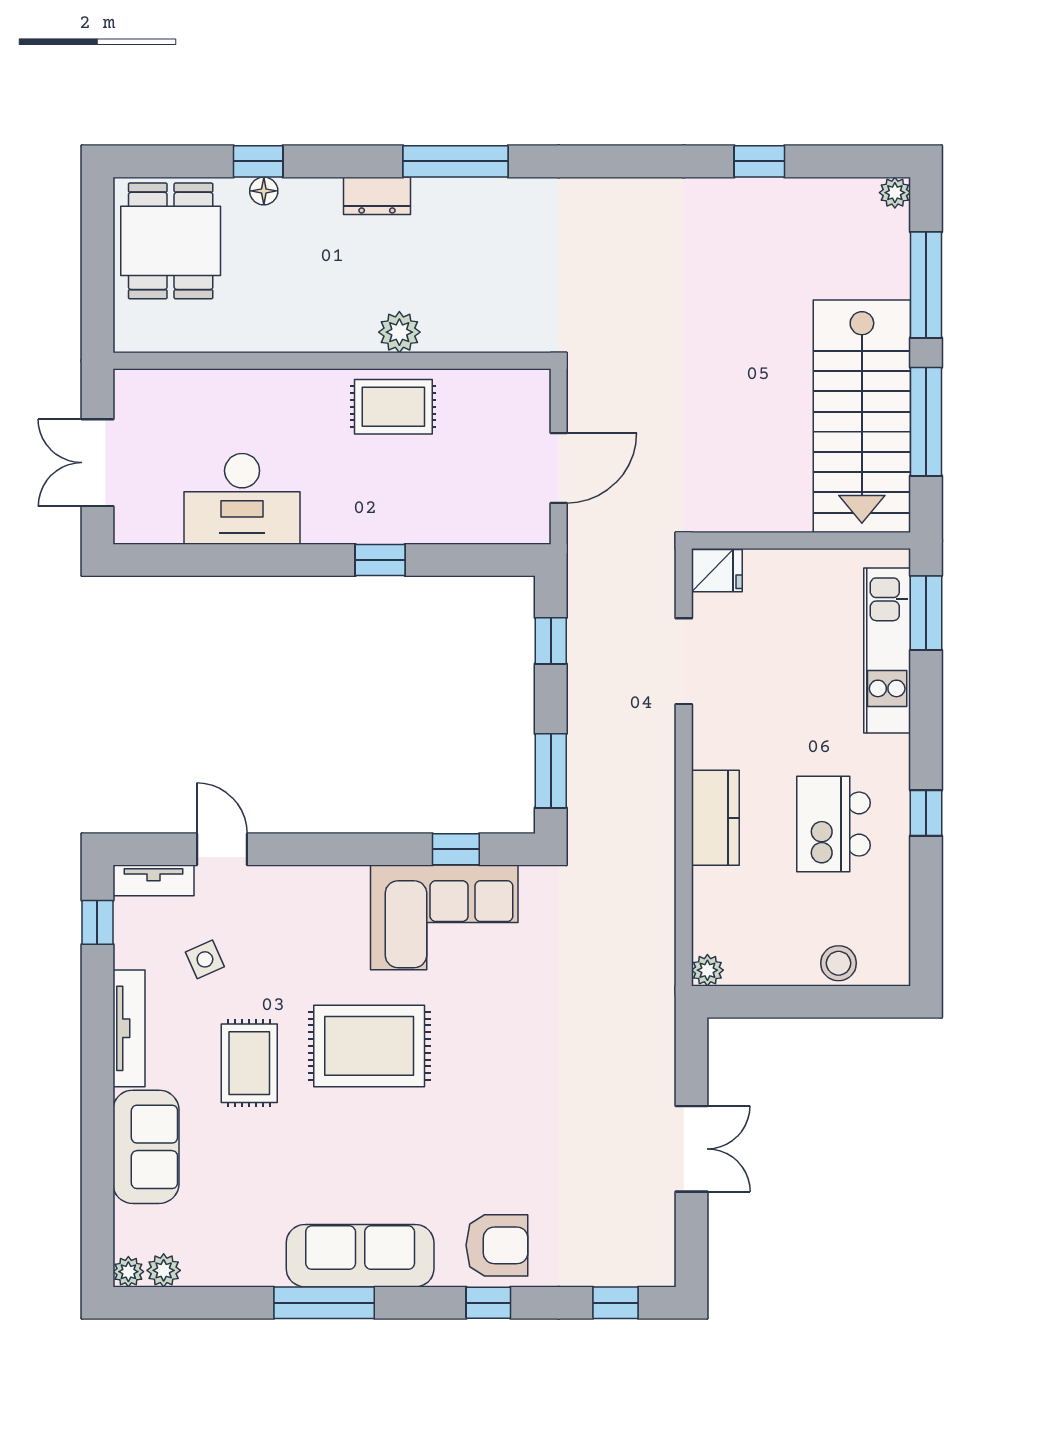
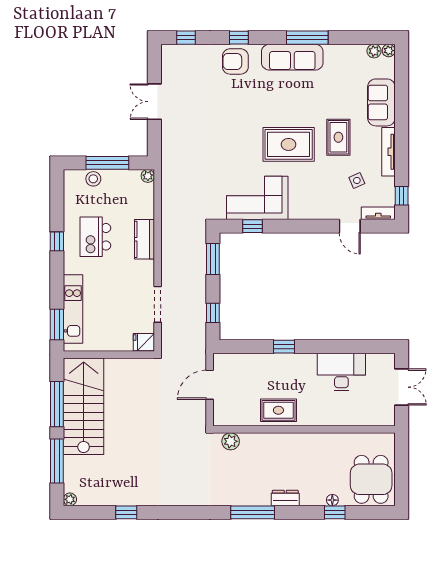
plant: (399, 332) -> (231, 441), moved
kitchen island: (833, 824) -> (95, 237), turned 180
window: (805, 1002) -> (107, 163), added

